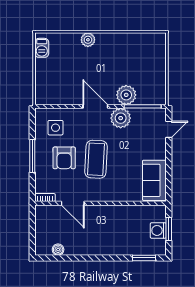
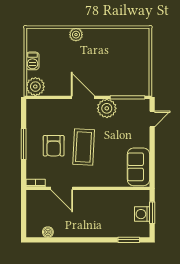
barbecue: (42, 48) -> (33, 61), moved
plant: (126, 95) -> (35, 87), moved
side table: (55, 128) -> (45, 117), removed

